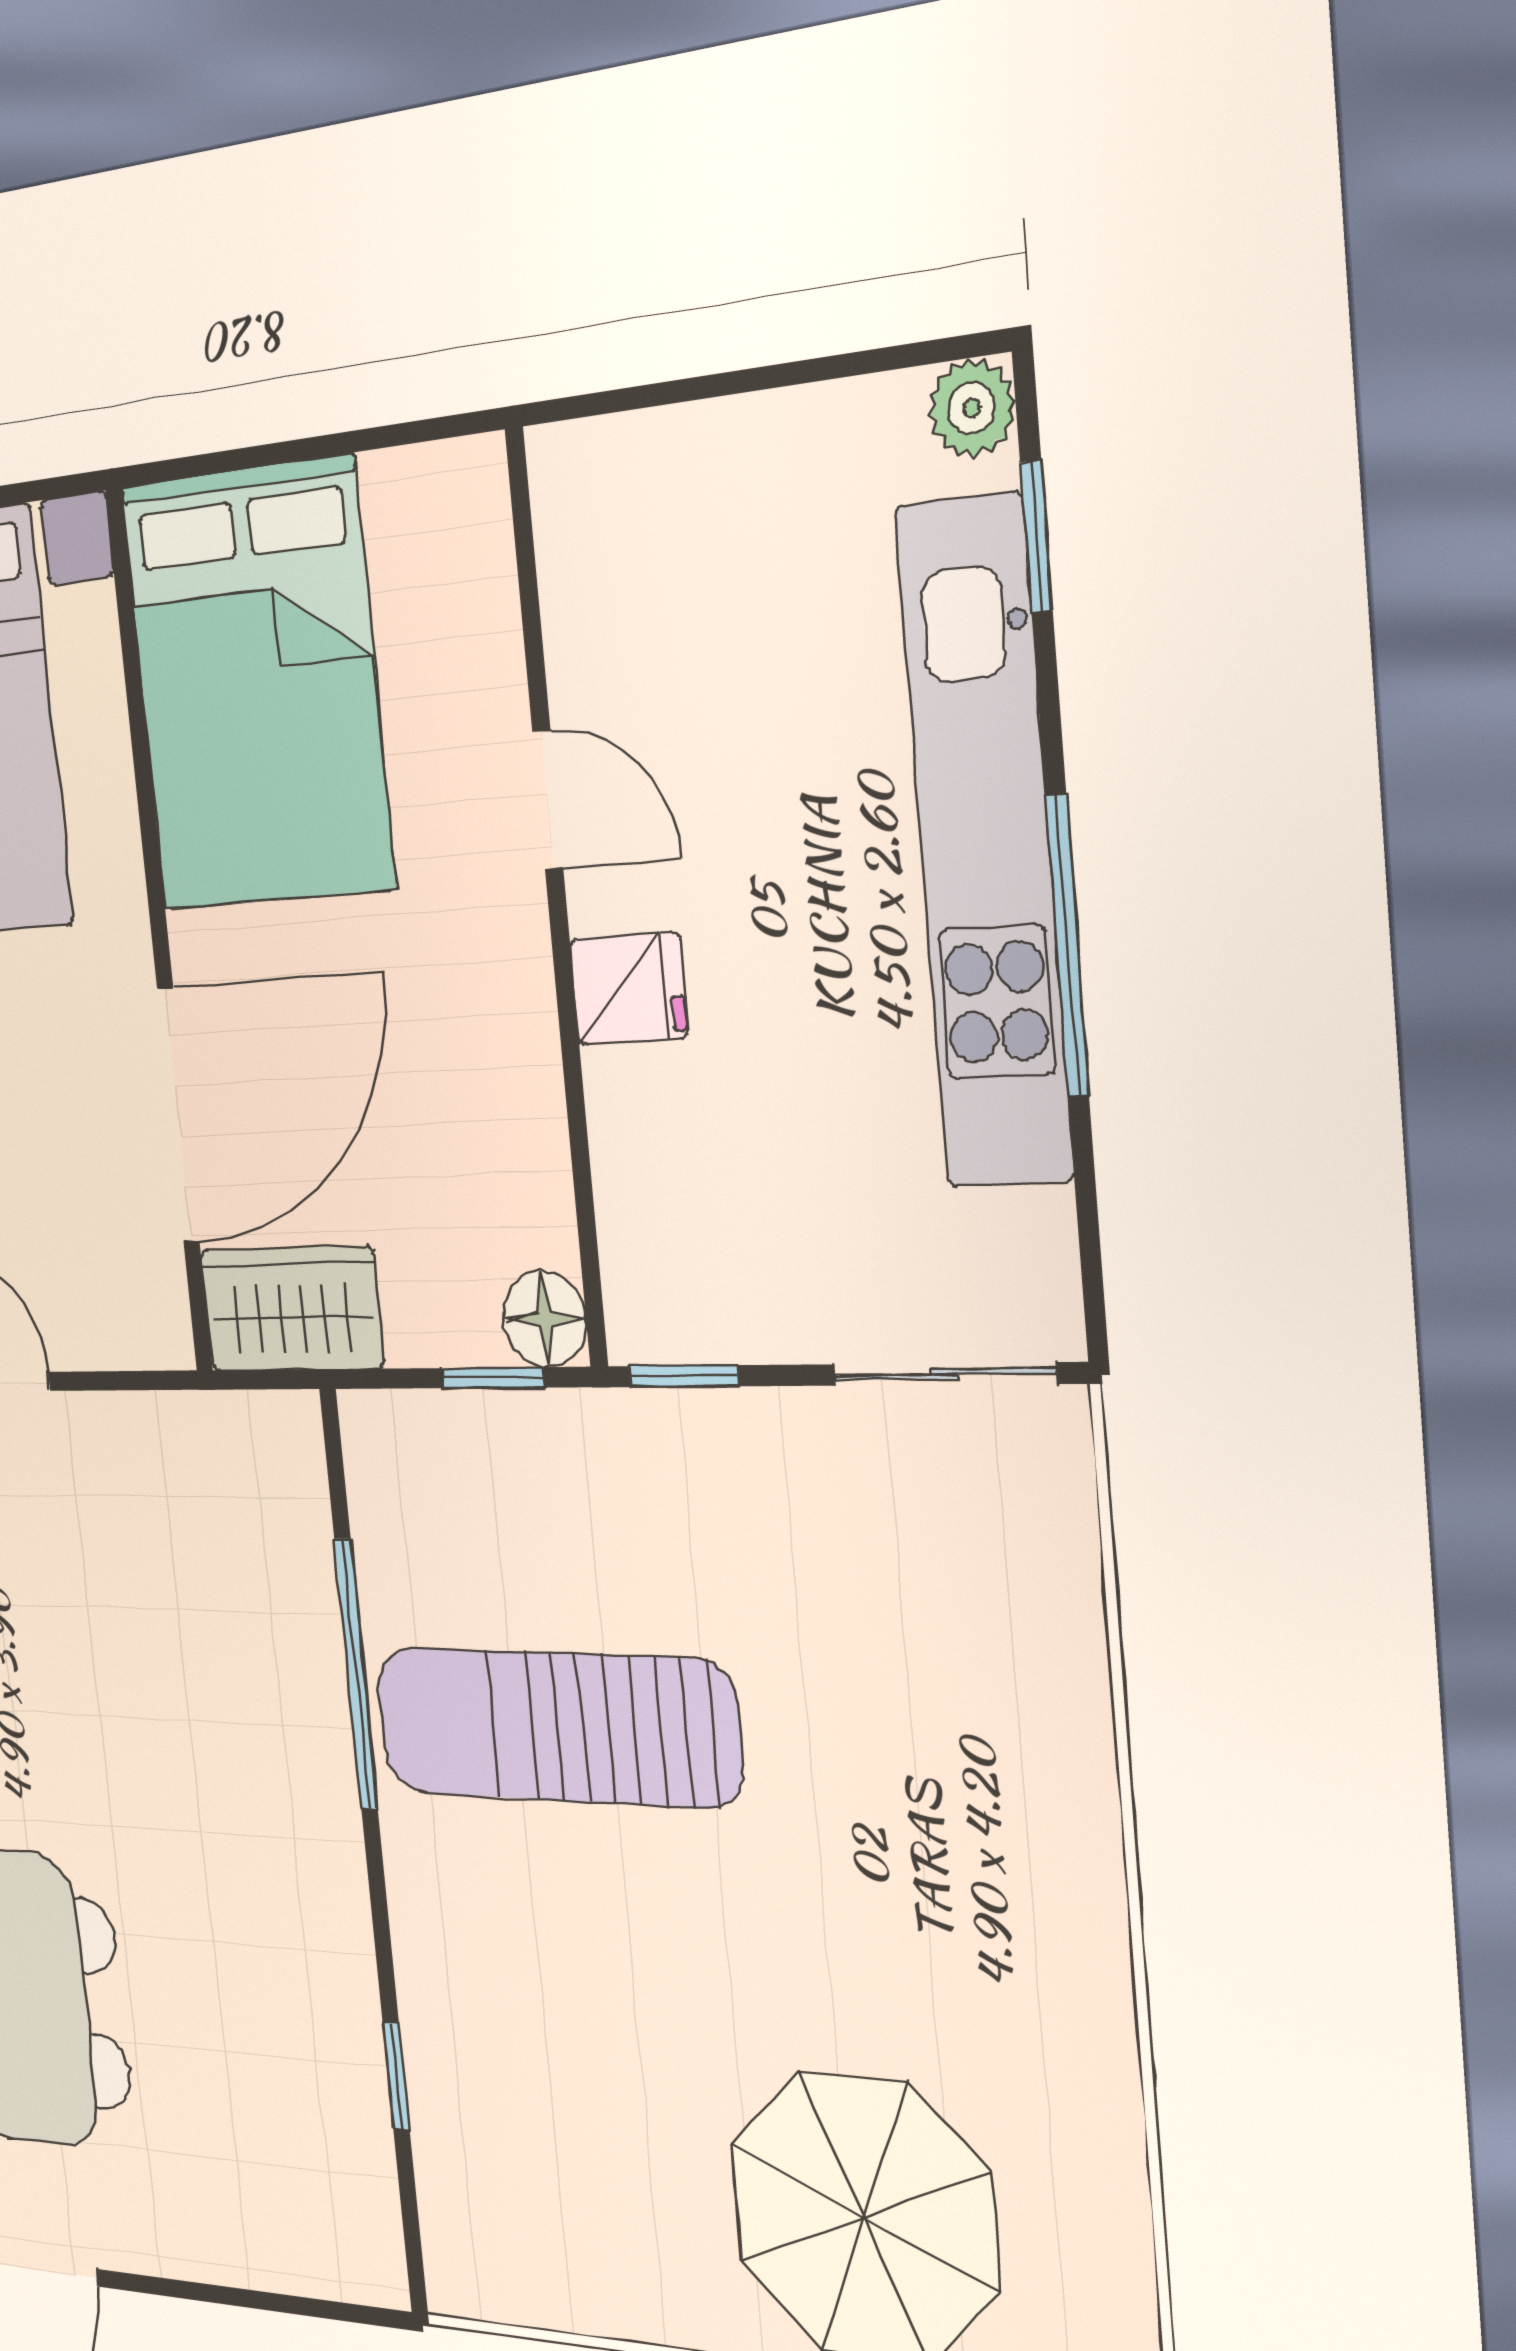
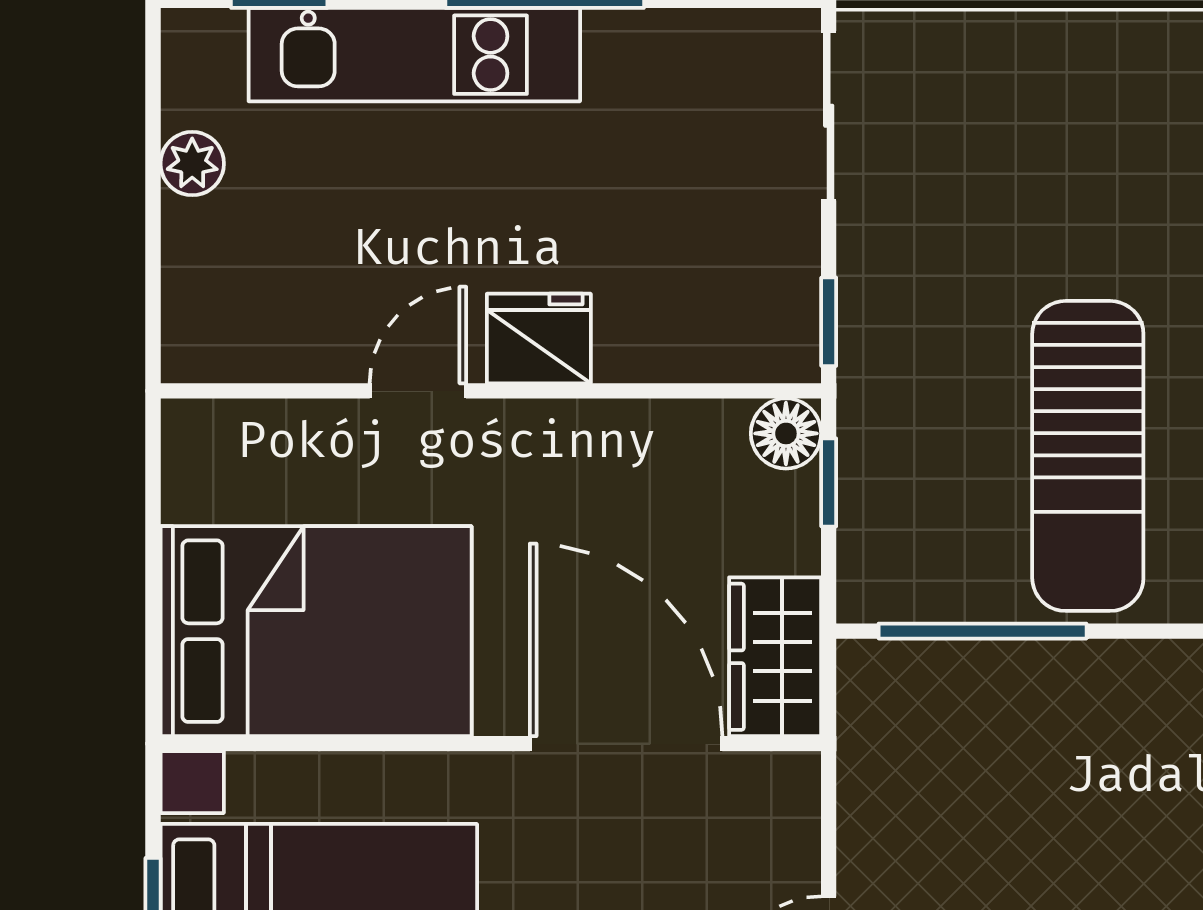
plant: (971, 408) -> (192, 164), moved
kitchen unit: (985, 845) -> (414, 55), width x0.73
fridge: (628, 988) -> (539, 339), width x1.38
window: (356, 1674) -> (983, 631), moved

